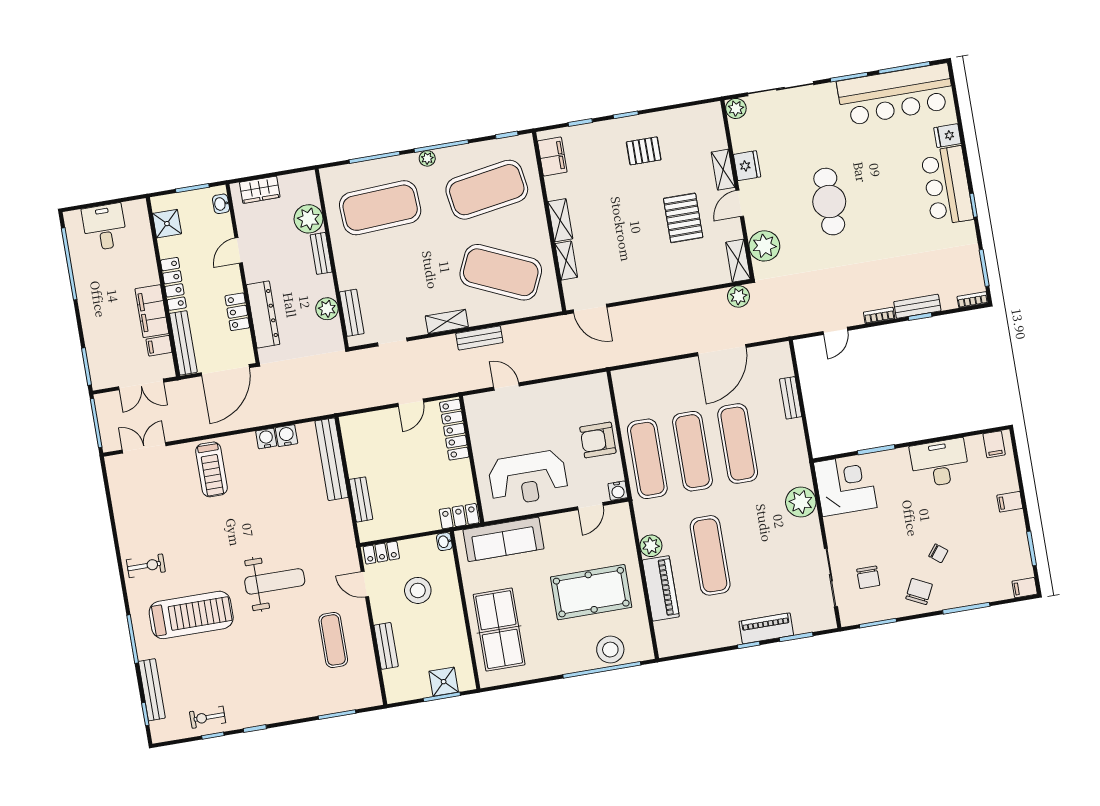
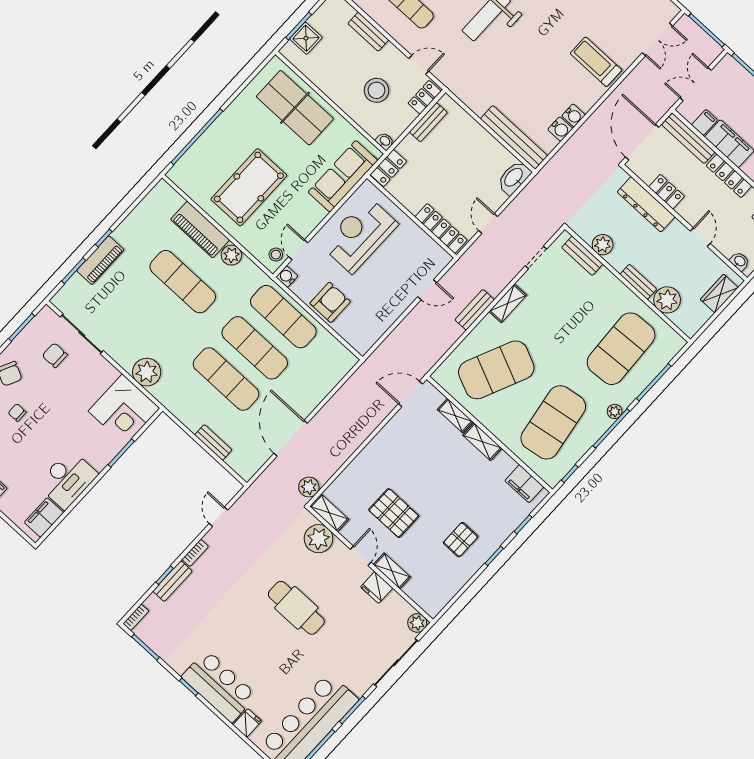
washbasin: (358, 425) -> (514, 178), added
filing cabinet: (994, 444) -> (44, 518), width x2.00
bench: (361, 499) -> (428, 122), moved, turned 90
chair: (938, 553) -> (17, 413), turned 52
stool: (610, 650) -> (276, 255), moved, width x0.53, depth x0.53

